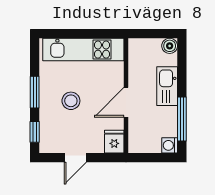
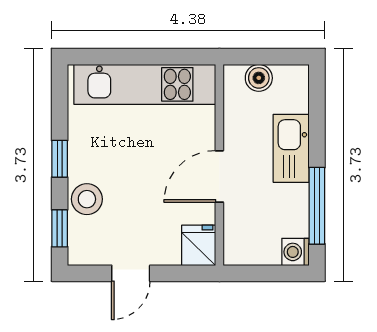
boiler: (170, 46) -> (259, 78), moved
window: (35, 92) -> (60, 159), width x0.67
stool: (71, 101) -> (87, 199), moved

